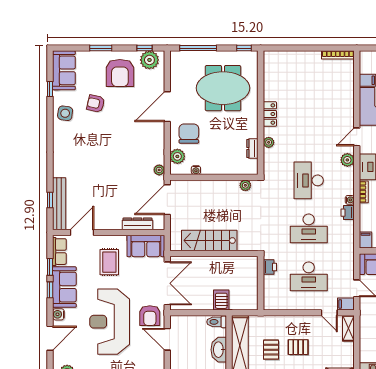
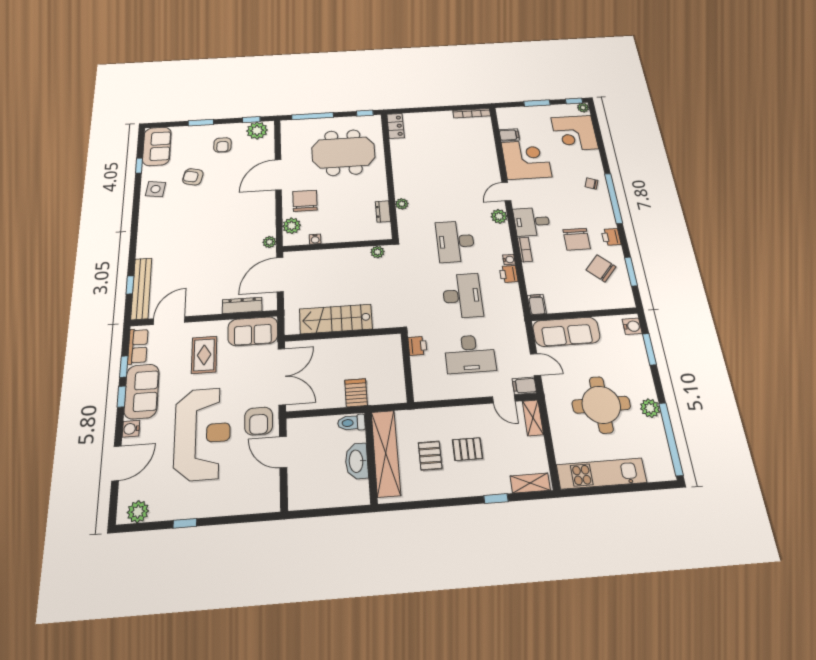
armchair: (120, 73) -> (223, 145), width x0.53, depth x0.53
locker: (270, 114) -> (396, 126), moved
desk: (309, 228) -> (462, 296), turned -90
reception desk: (110, 322) -> (202, 434), turned 180

